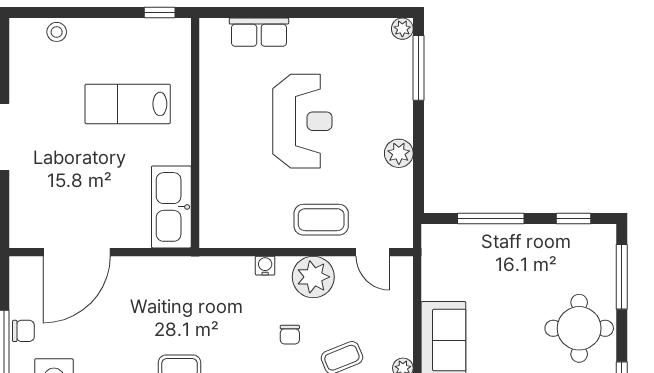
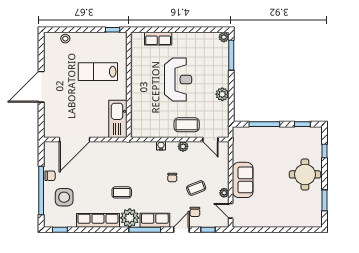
plant: (313, 277) -> (183, 146), width x0.53, depth x0.53
window: (622, 277) -> (325, 151), width x0.46

